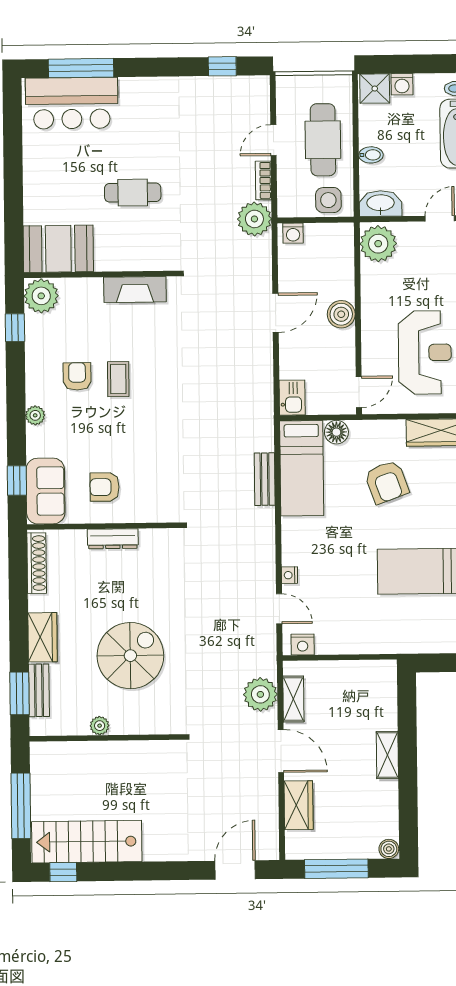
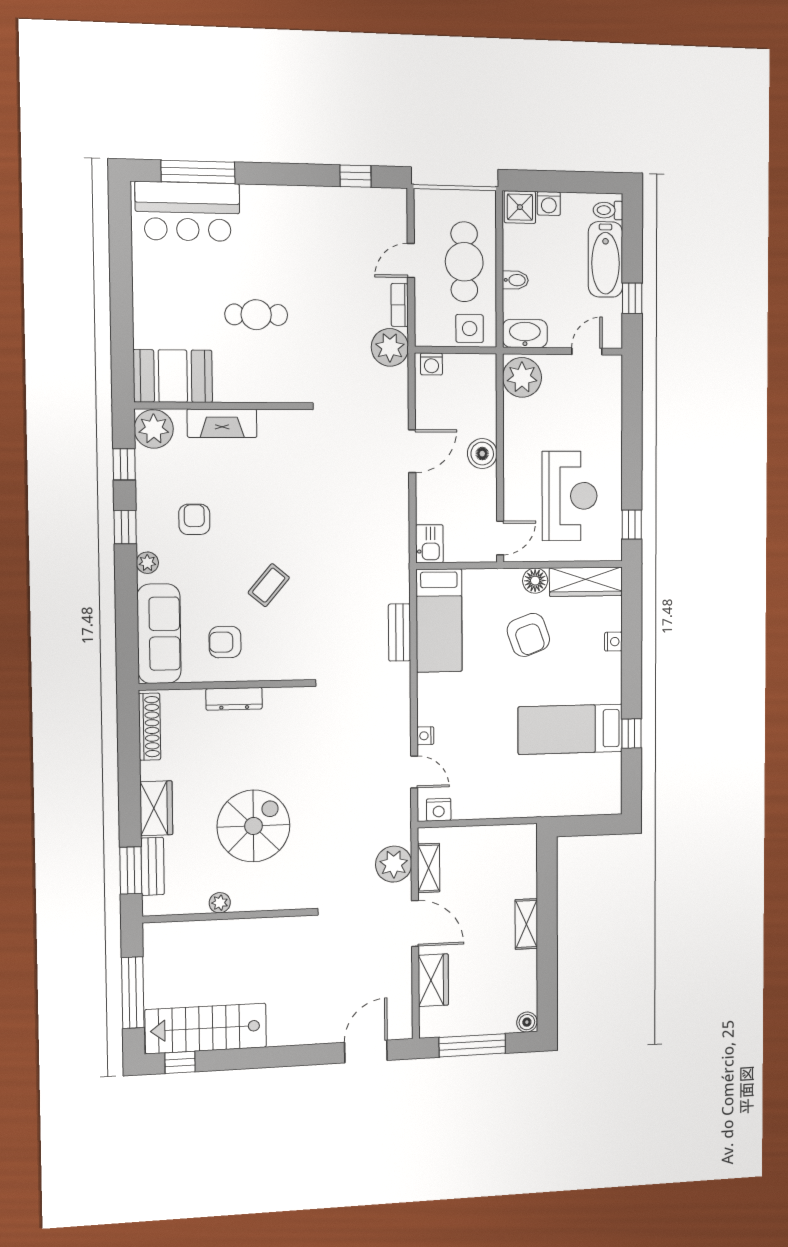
fireplace: (135, 290) -> (222, 423), moved
coffee table: (118, 379) -> (269, 585), moved, turned 40
floor lamp: (336, 432) -> (535, 581), moved
window: (17, 481) -> (125, 527), moved
sofa: (45, 491) -> (159, 634), width x1.36

